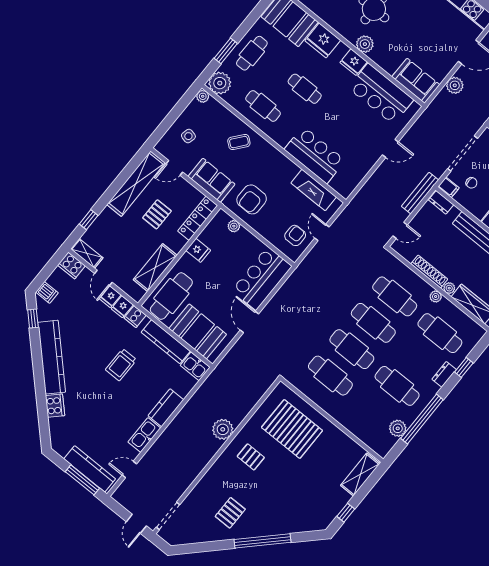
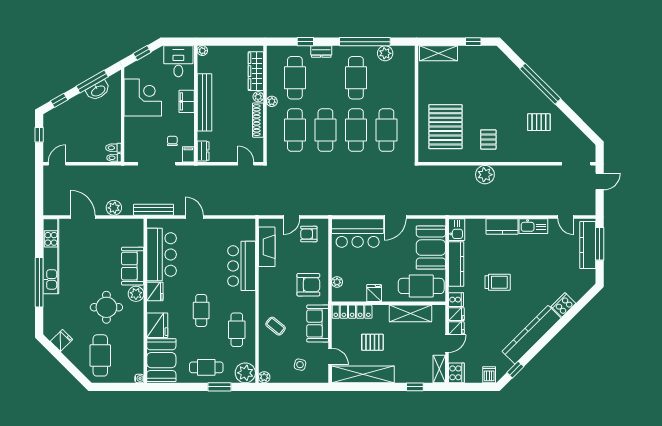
sofa: (416, 81) -> (133, 266), moved
bench: (420, 193) -> (154, 210), moved

